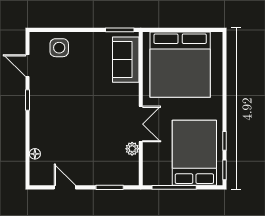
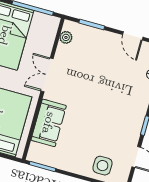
sofa: (126, 60) -> (49, 123), moved
plant: (132, 149) -> (66, 37), moved

